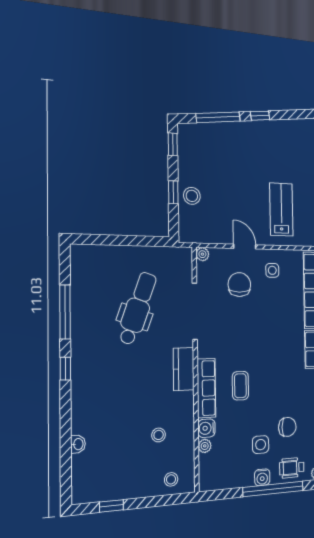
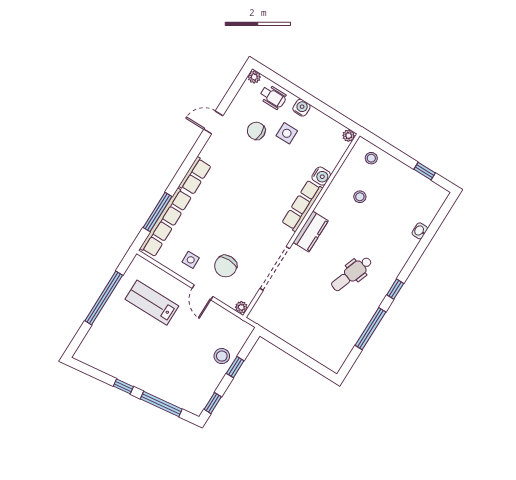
lab bench: (281, 209) -> (152, 303), turned 90
dental chair: (138, 308) -> (352, 274), moved, width x0.73, depth x0.72
coffee table: (240, 386) -> (274, 189), removed
plant: (205, 446) -> (349, 136), moved
window: (273, 489) -> (298, 92), removed

